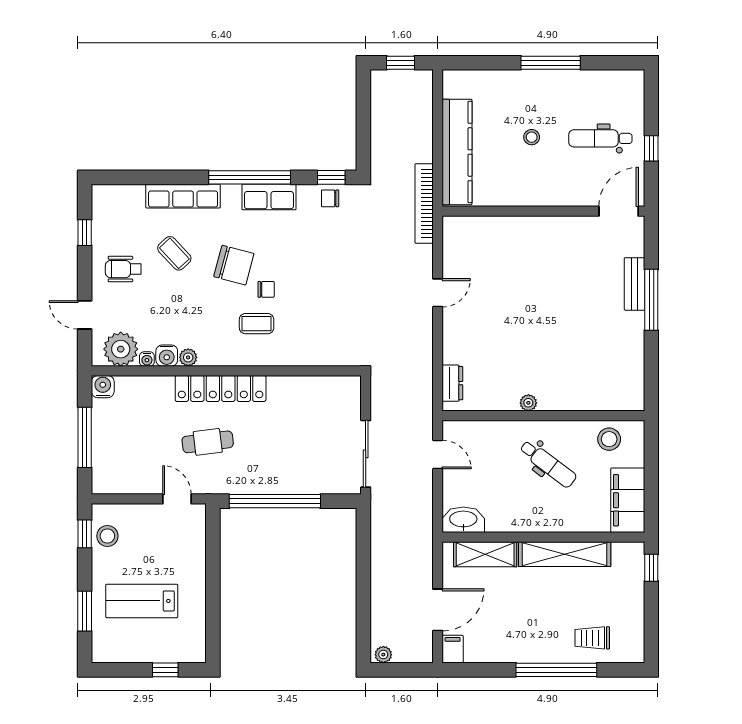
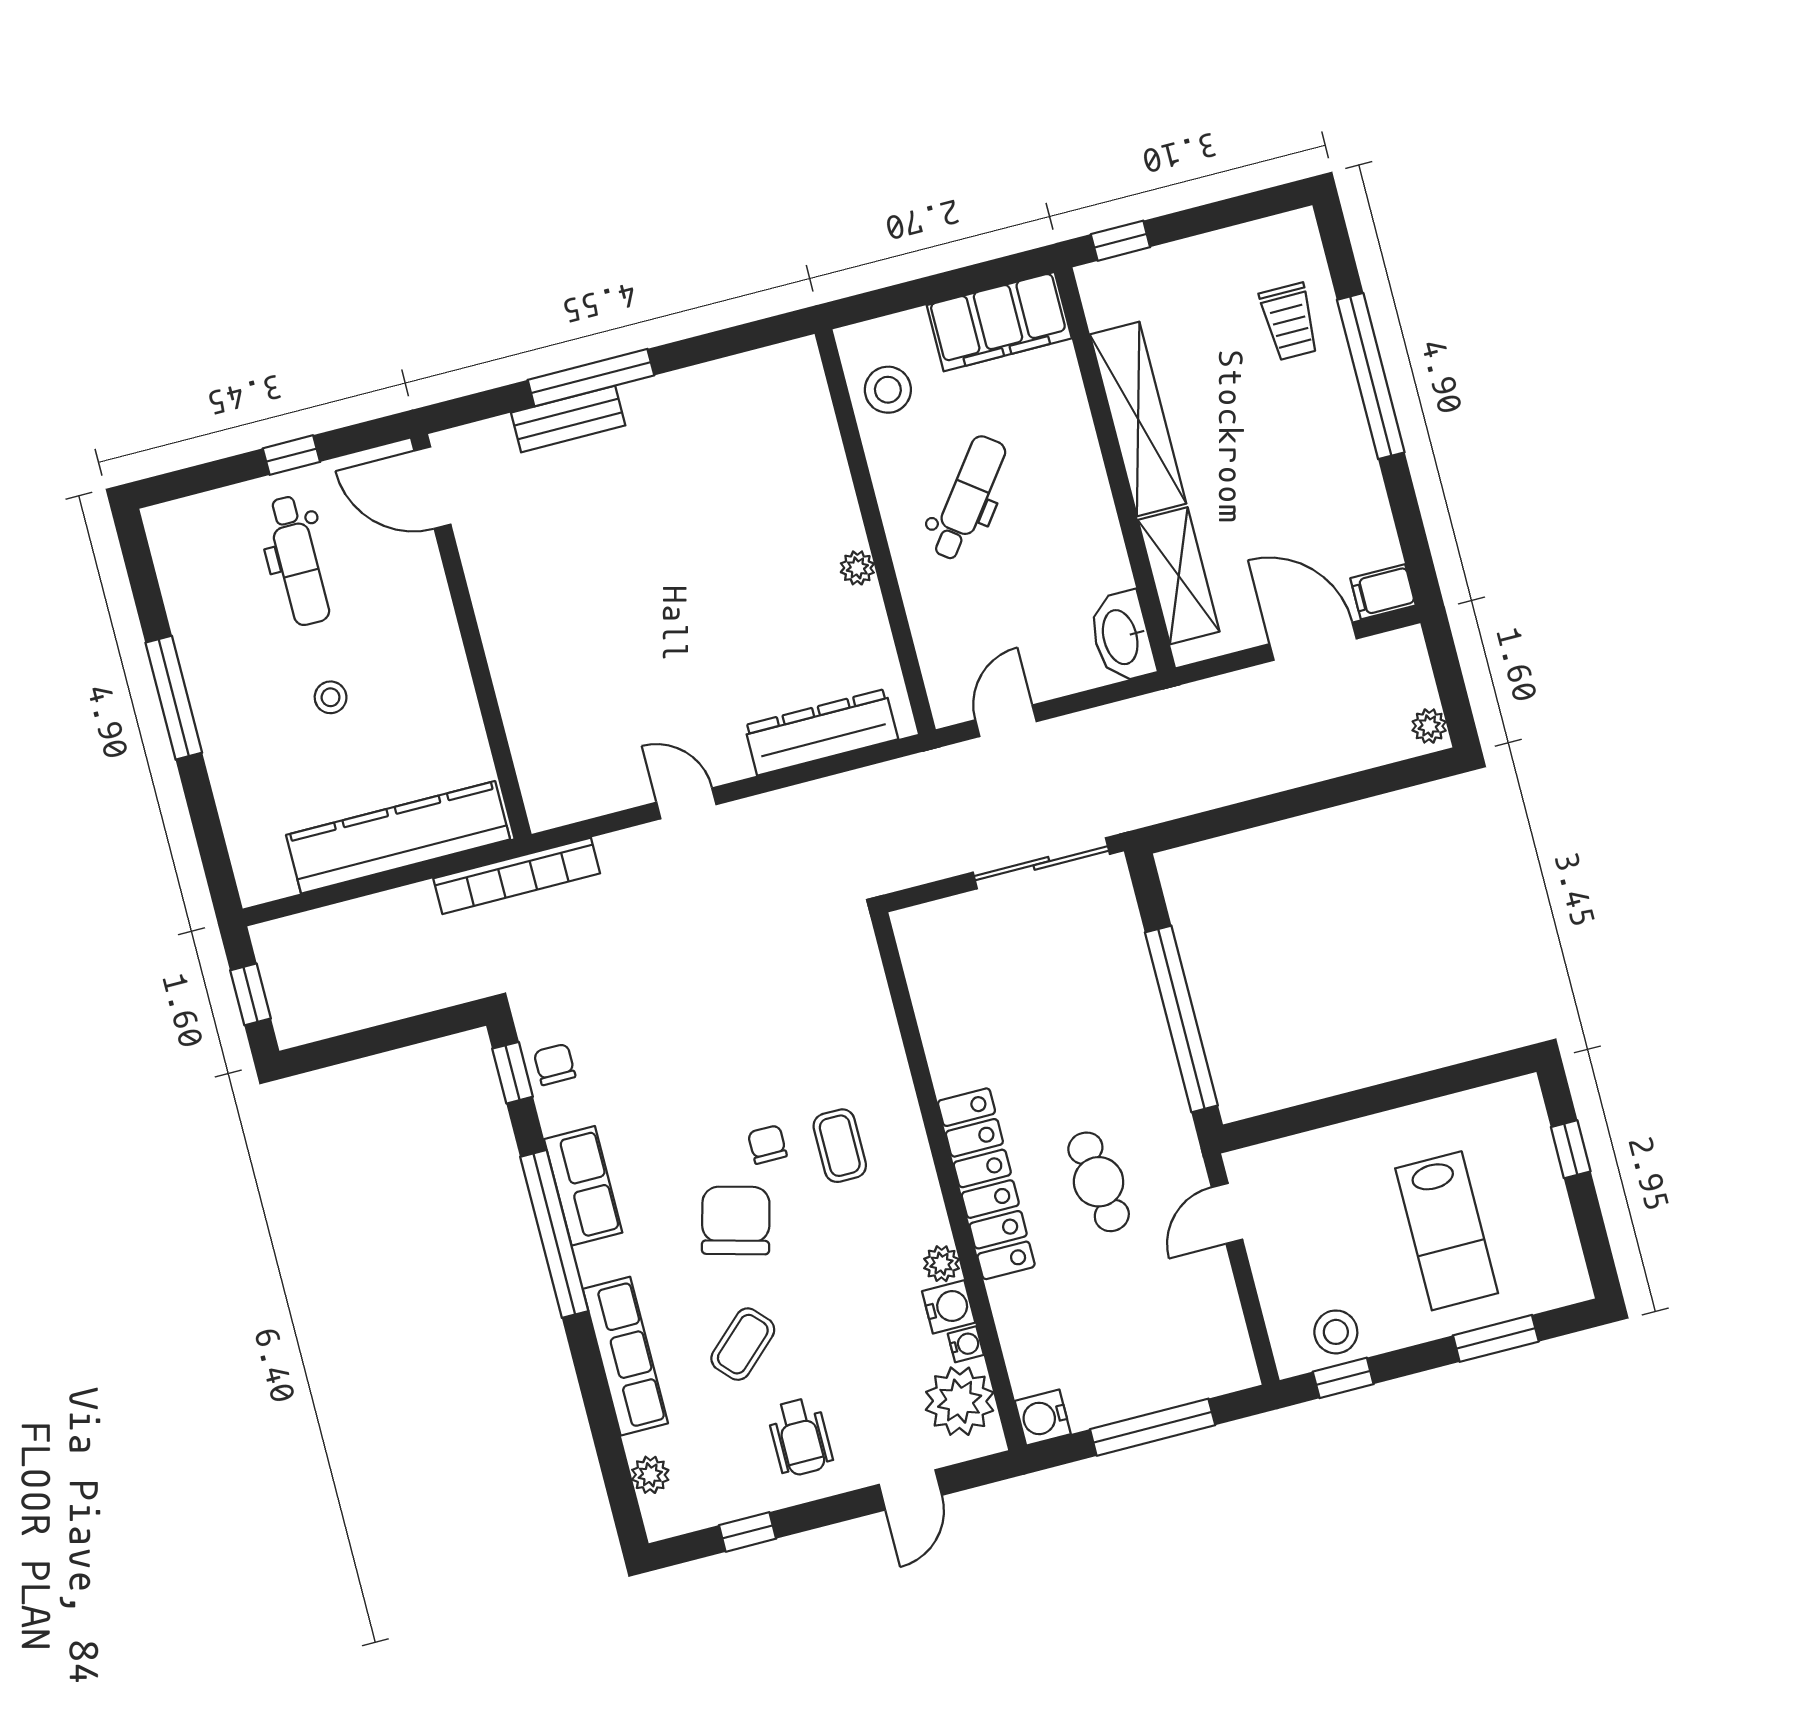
plant: (124, 193) -> (650, 1475), added
chair: (330, 198) -> (555, 1064), turned 180
dresser: (452, 383) -> (821, 732), width x1.96, depth x1.24

